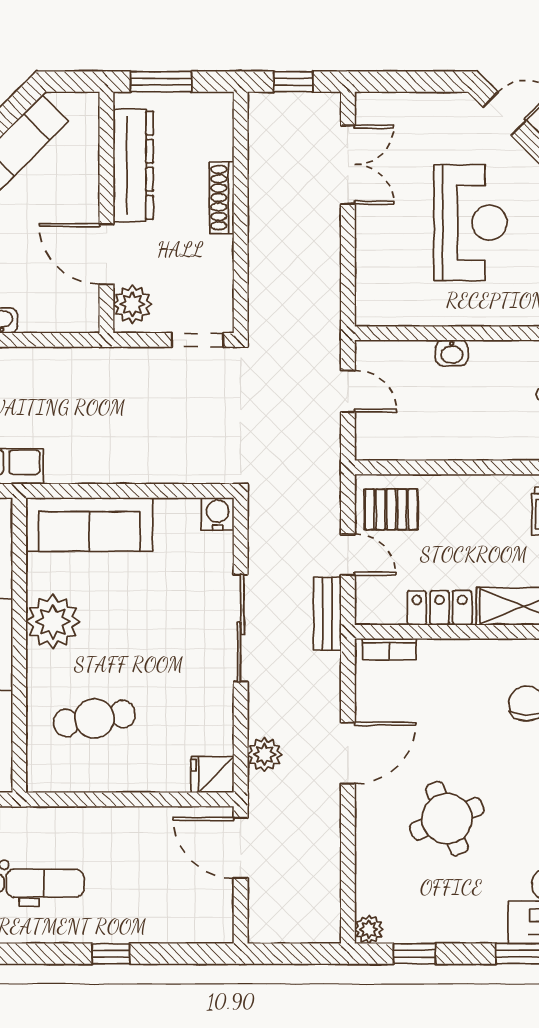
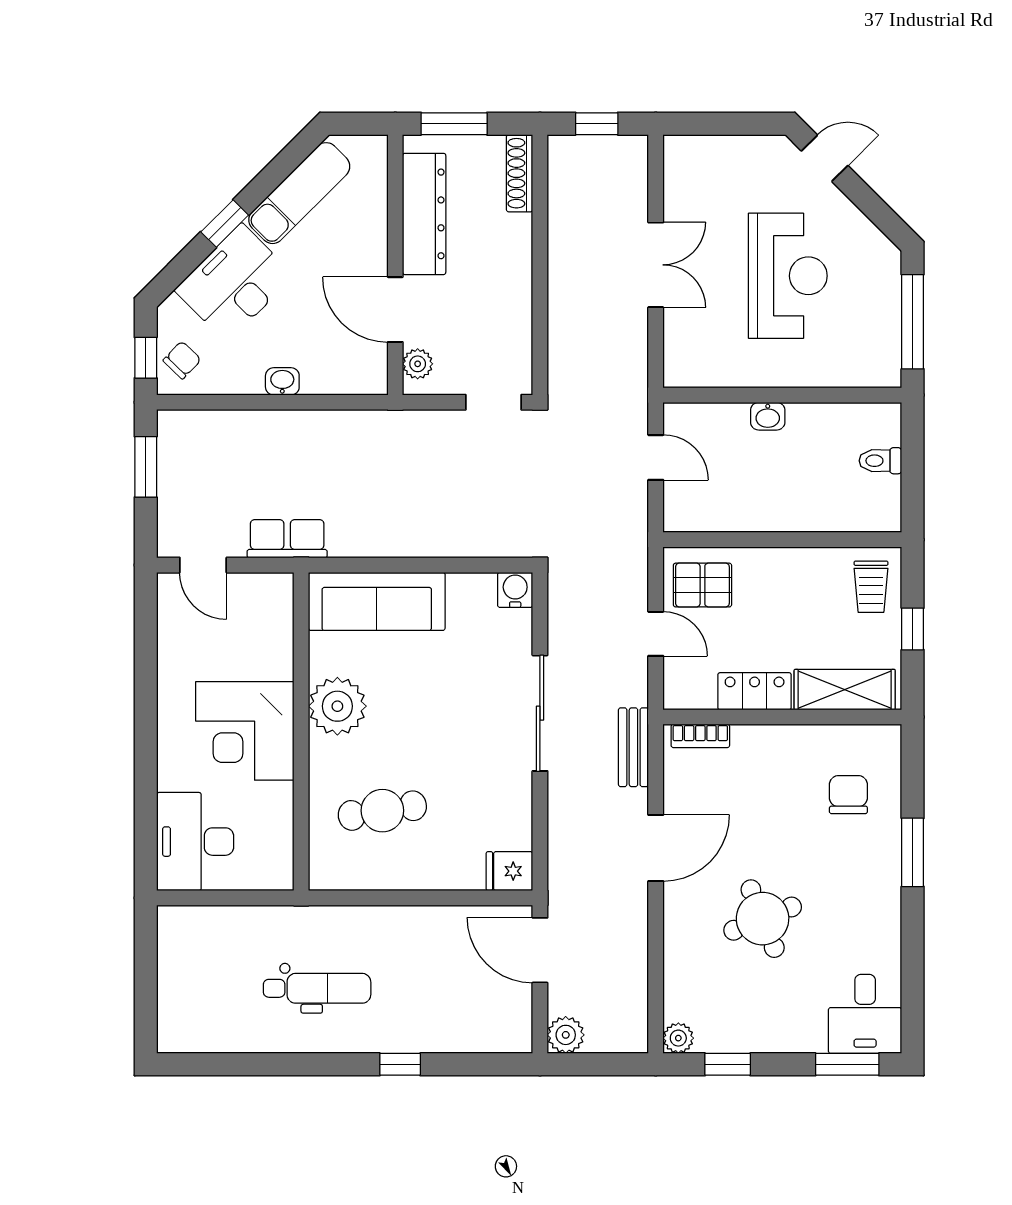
double door: (348, 165) -> (656, 265), moved
shoe rack: (222, 198) -> (520, 173), moved
plant: (132, 304) -> (418, 364), width x0.73, depth x0.73
bench: (327, 614) -> (633, 747), moved
plant: (264, 754) -> (566, 1035), moved

